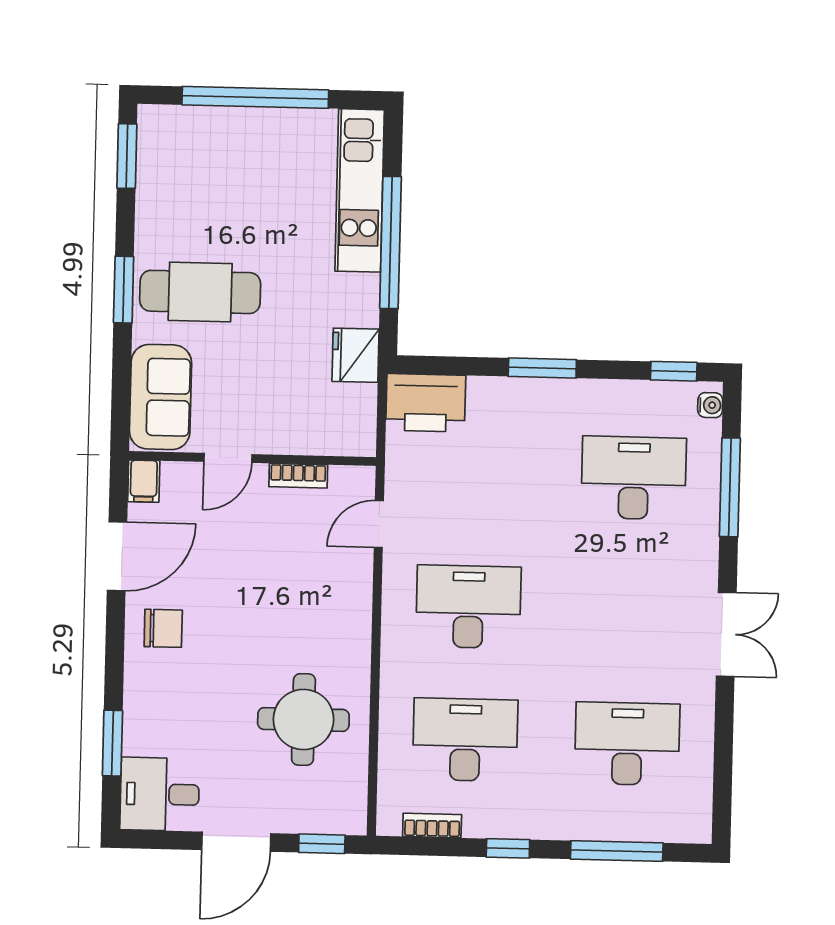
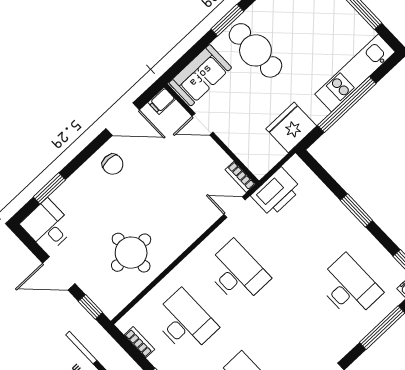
fridge: (356, 355) -> (291, 127), width x1.36, depth x1.34
printer: (426, 403) -> (276, 192), moved, turned -90
bookcase: (298, 476) -> (240, 177), moved

